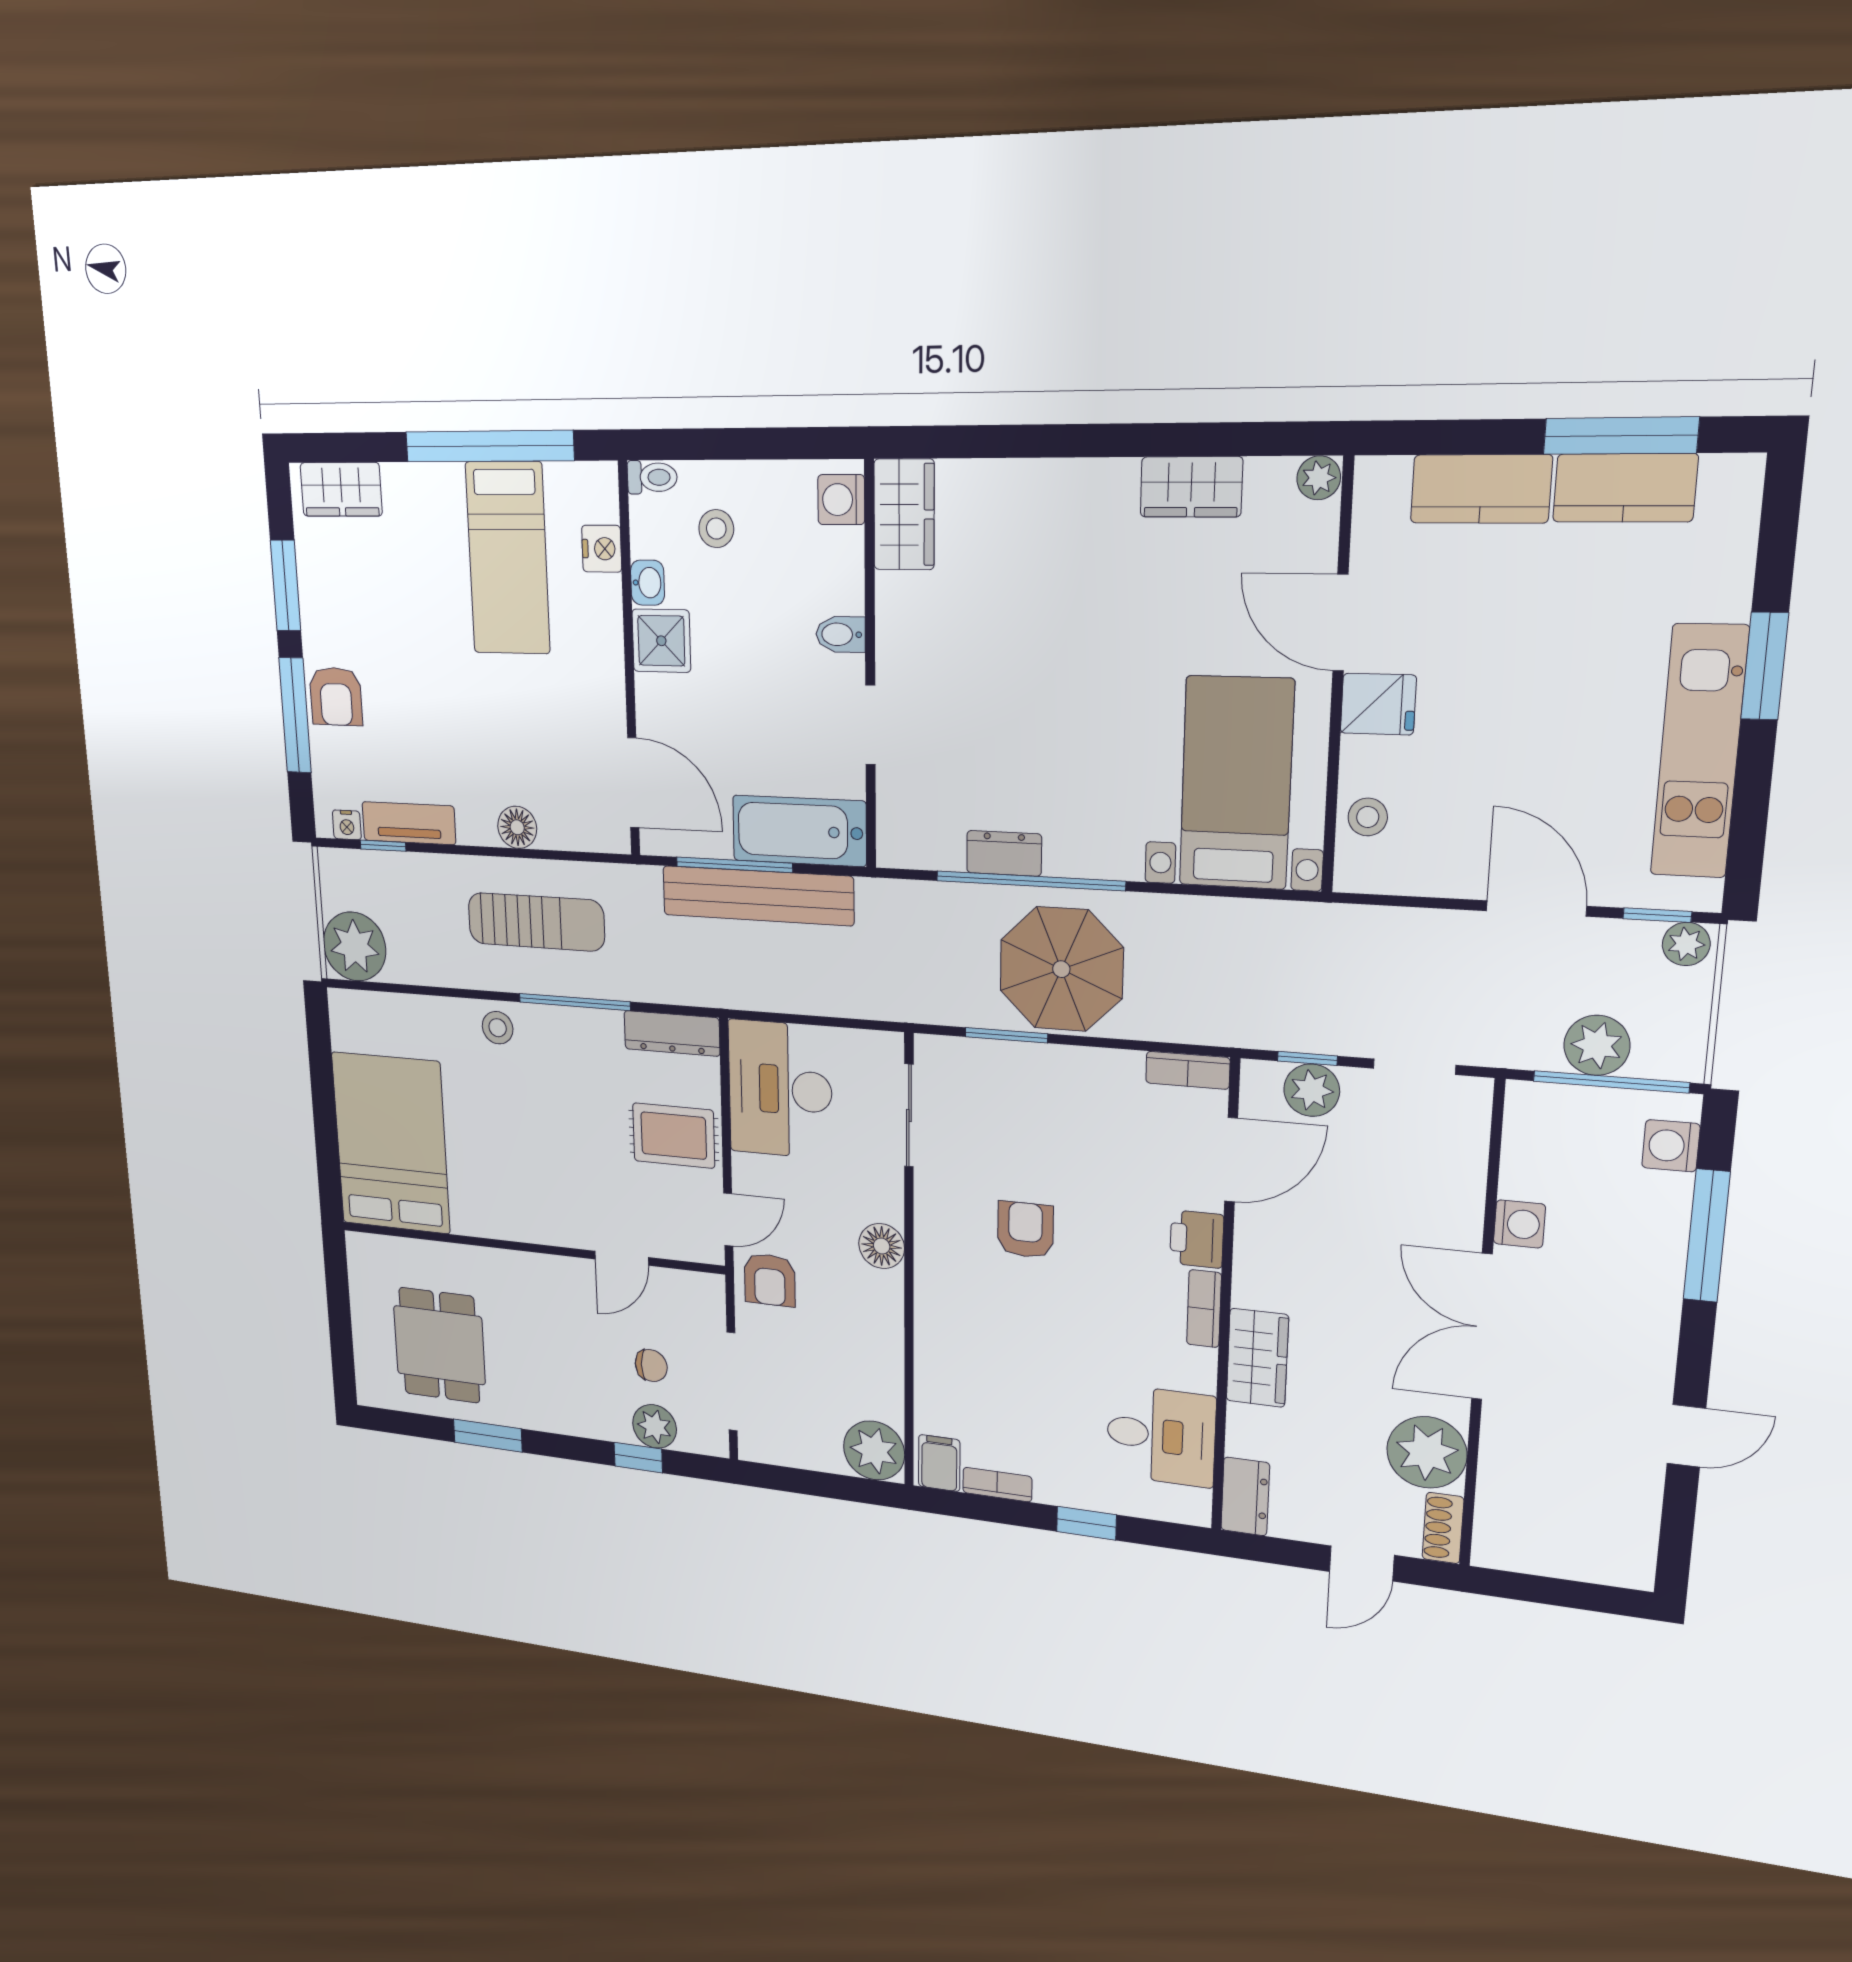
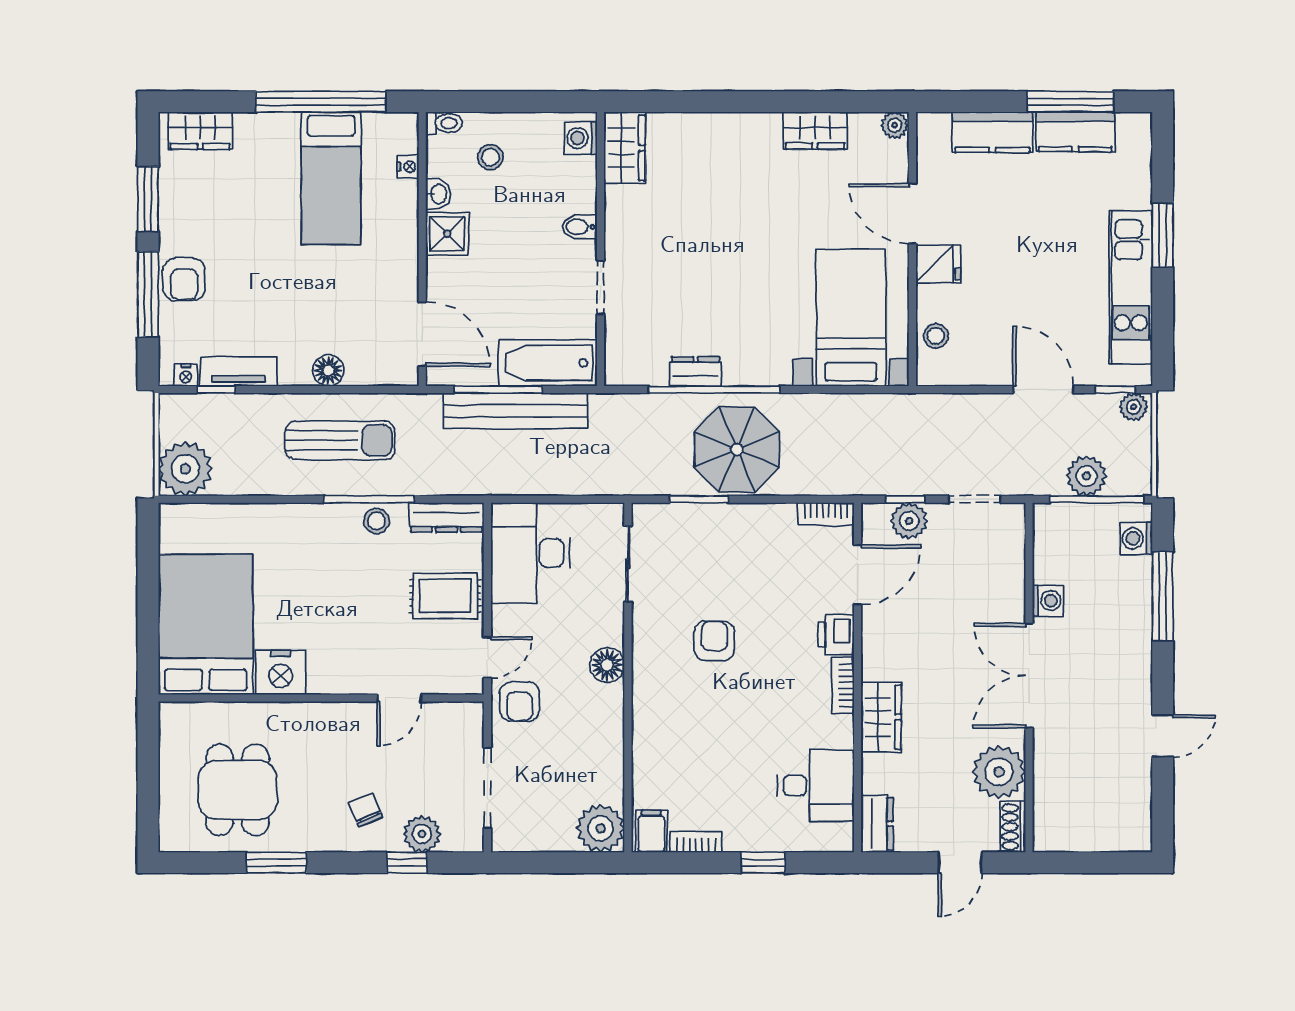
nightstand: (602, 549) -> (408, 167), width x0.72, depth x0.74
stool: (498, 1028) -> (376, 521), moved
nightstand: (480, 1211) -> (281, 672), added
chair: (651, 1366) -> (366, 810), moved, turned -113

